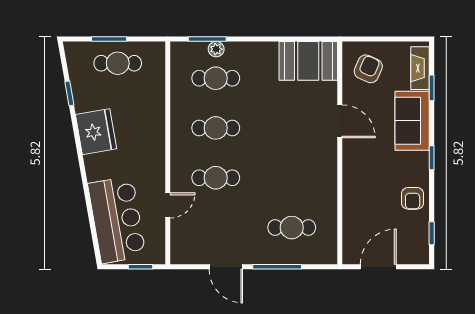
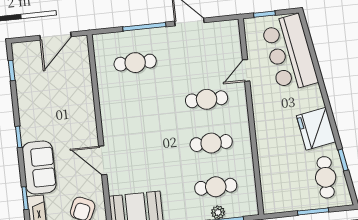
cafe table: (118, 63) -> (326, 177), moved, turned 90
armchair: (413, 198) -> (32, 99), removed

